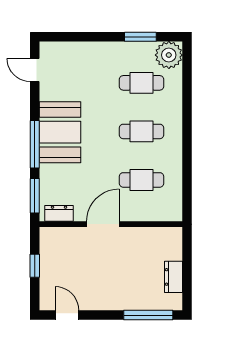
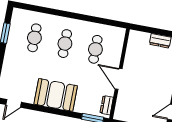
plant: (169, 55) -> (20, 17), removed
window: (35, 144) -> (60, 112), removed

